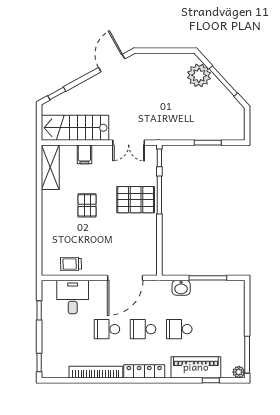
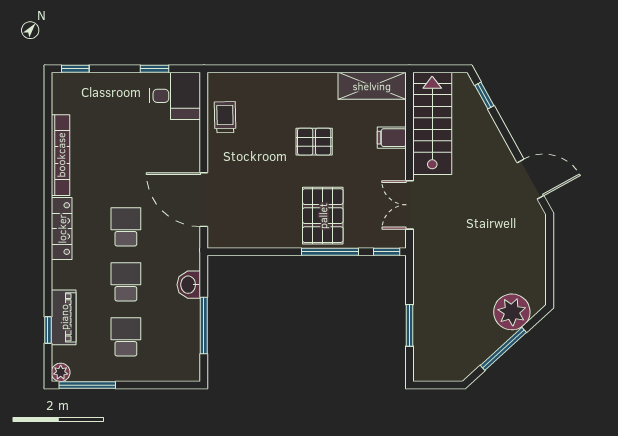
desk: (73, 297) -> (175, 96), moved
school desk: (107, 329) -> (126, 337), moved
piano: (196, 367) -> (64, 317), width x0.73, depth x0.75

